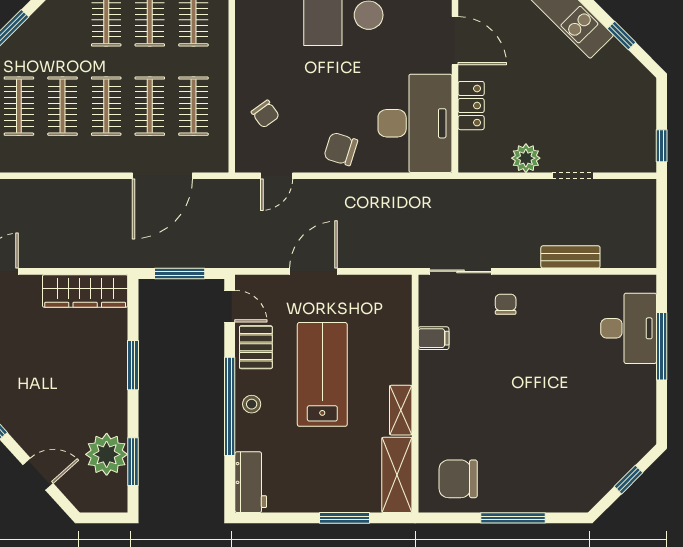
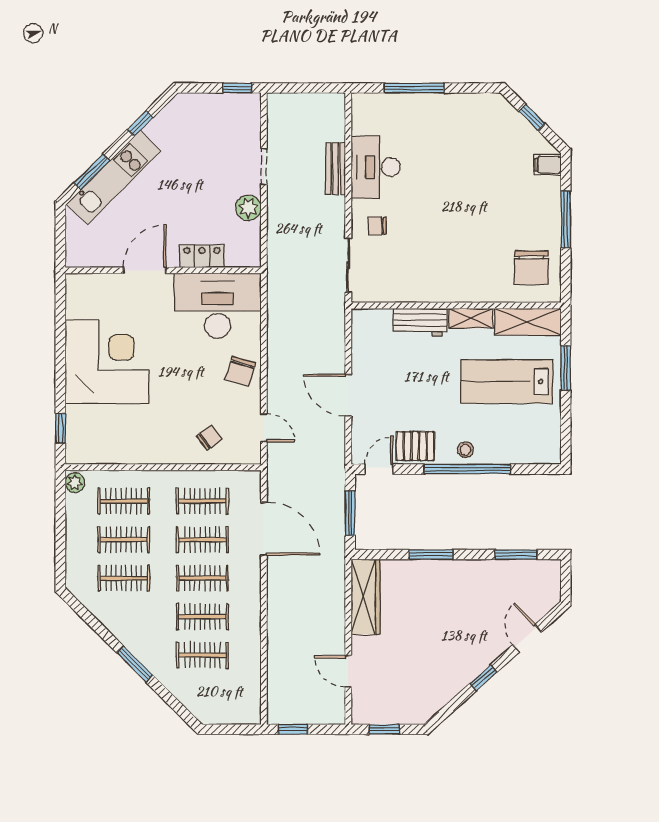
desk: (629, 328) -> (376, 167), moved, turned -90
filing cabinet: (434, 338) -> (548, 165), moved, turned -90
lab bench: (322, 374) -> (507, 382), moved
plant: (107, 454) -> (510, 578), removed
workbench: (251, 482) -> (420, 322), moved, turned 180

